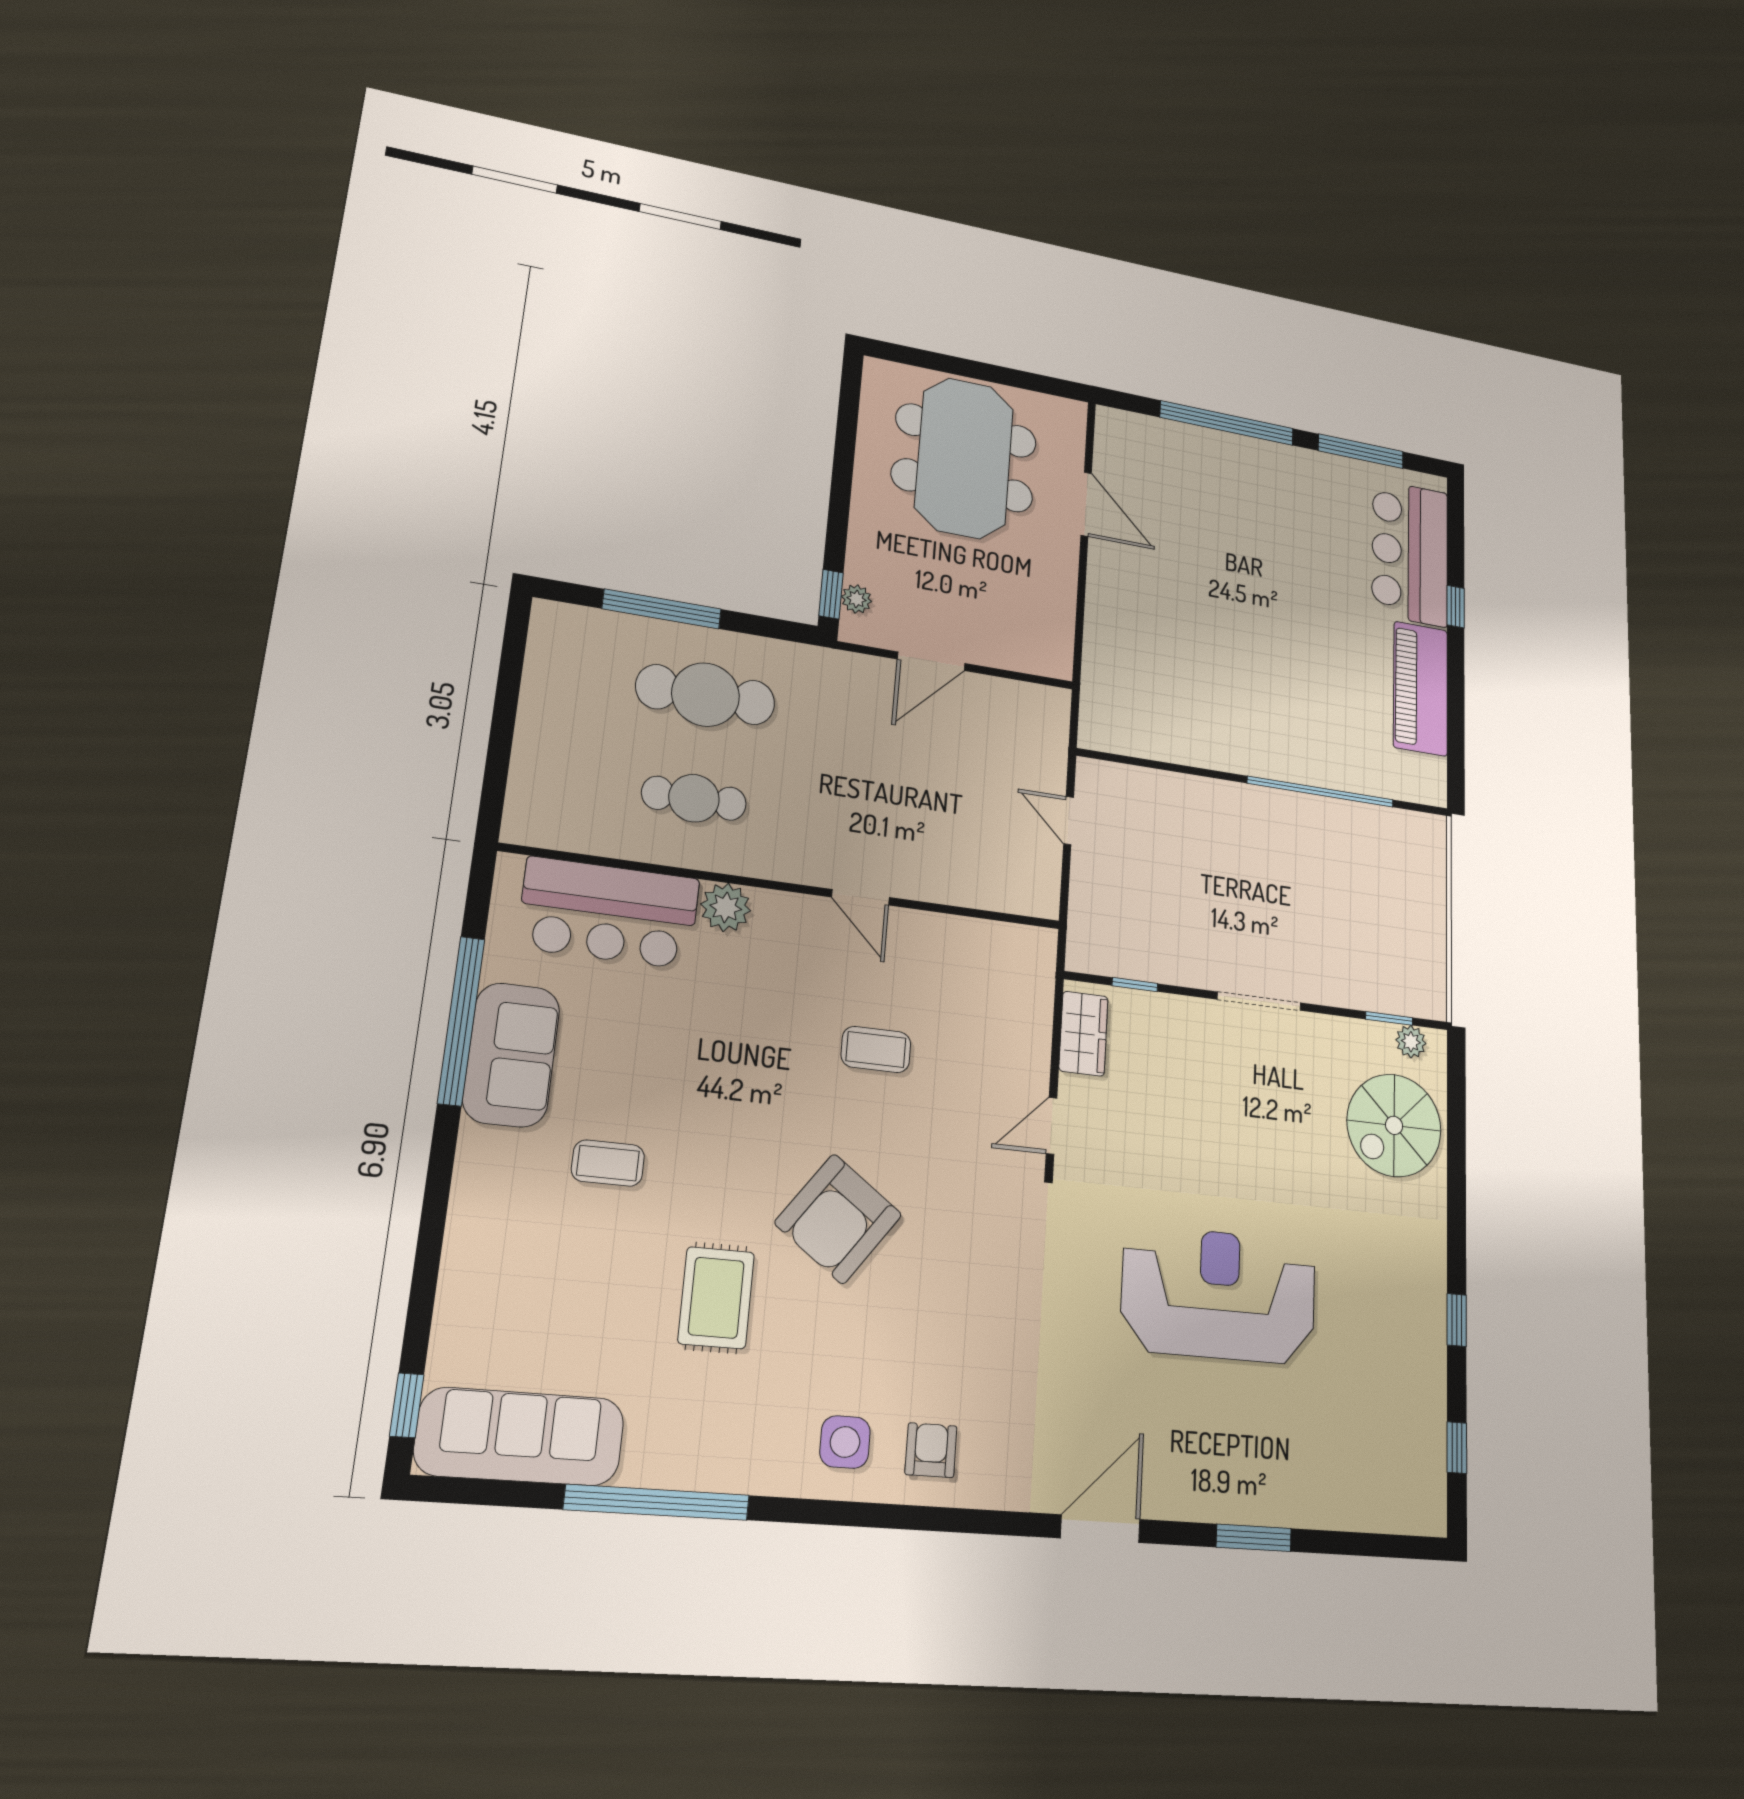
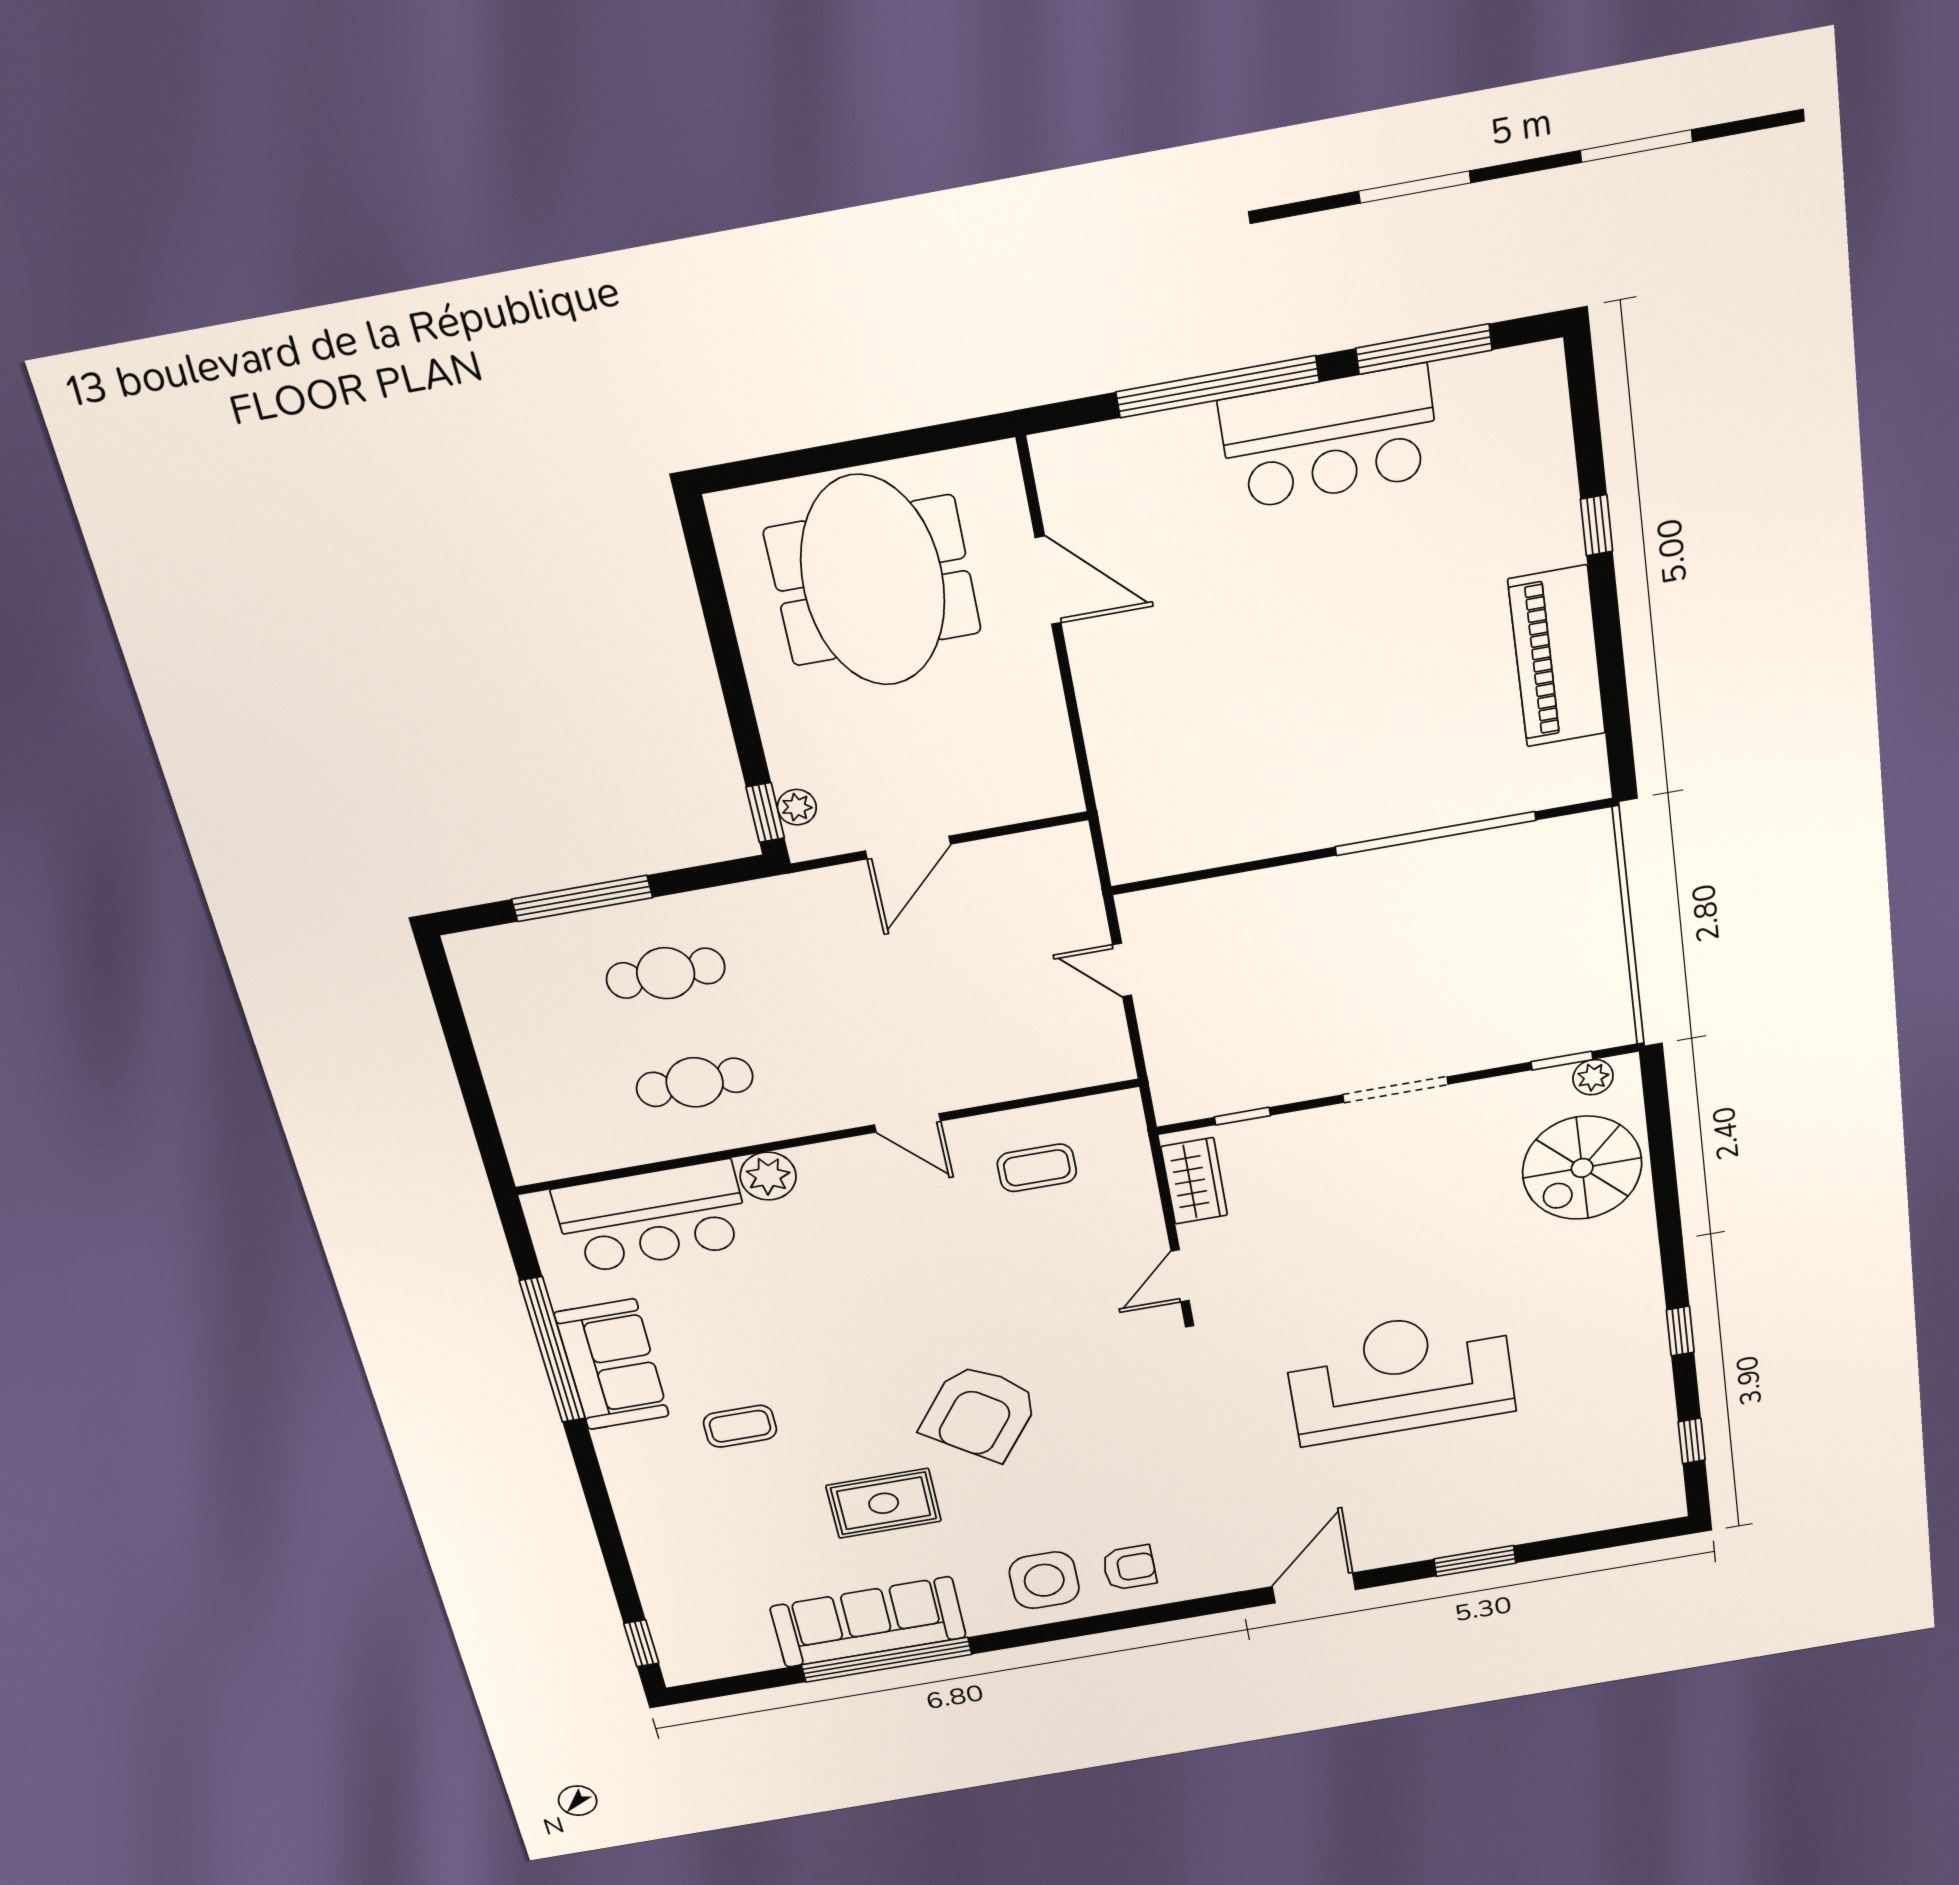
bar counter: (1410, 553) -> (1330, 437), moved, turned -90
cafe table: (706, 695) -> (666, 973), width x0.73, depth x0.74
coffee table: (876, 1049) -> (1037, 1168), moved
rug: (716, 1298) -> (884, 1503), turned 90
sofa: (520, 1437) -> (868, 1622), moved
side table: (845, 1442) -> (1044, 1580), width x1.37, depth x1.37
armchair: (931, 1450) -> (1129, 1568), turned 90

